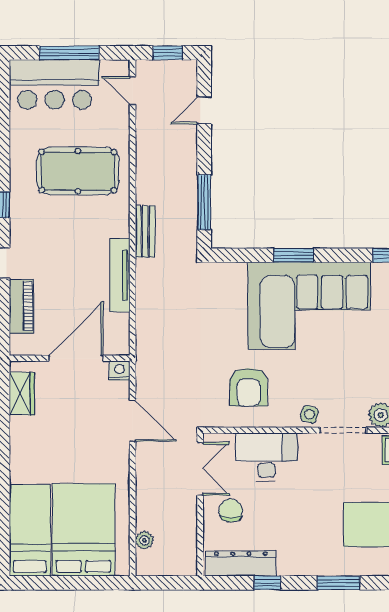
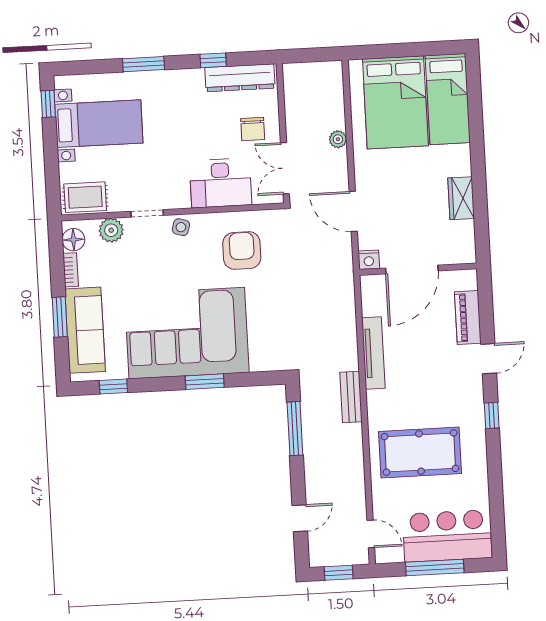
wardrobe: (22, 394) -> (461, 198), moved
doorway: (343, 430) -> (147, 213), width x0.73
plant: (144, 540) -> (338, 139), moved

